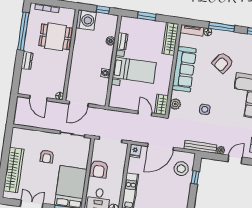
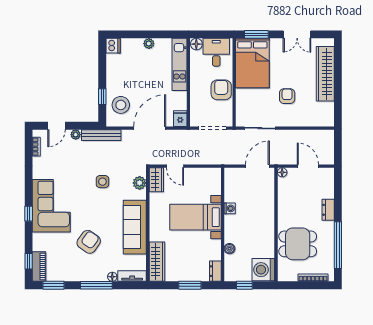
dresser: (122, 41) -> (215, 271), moved

